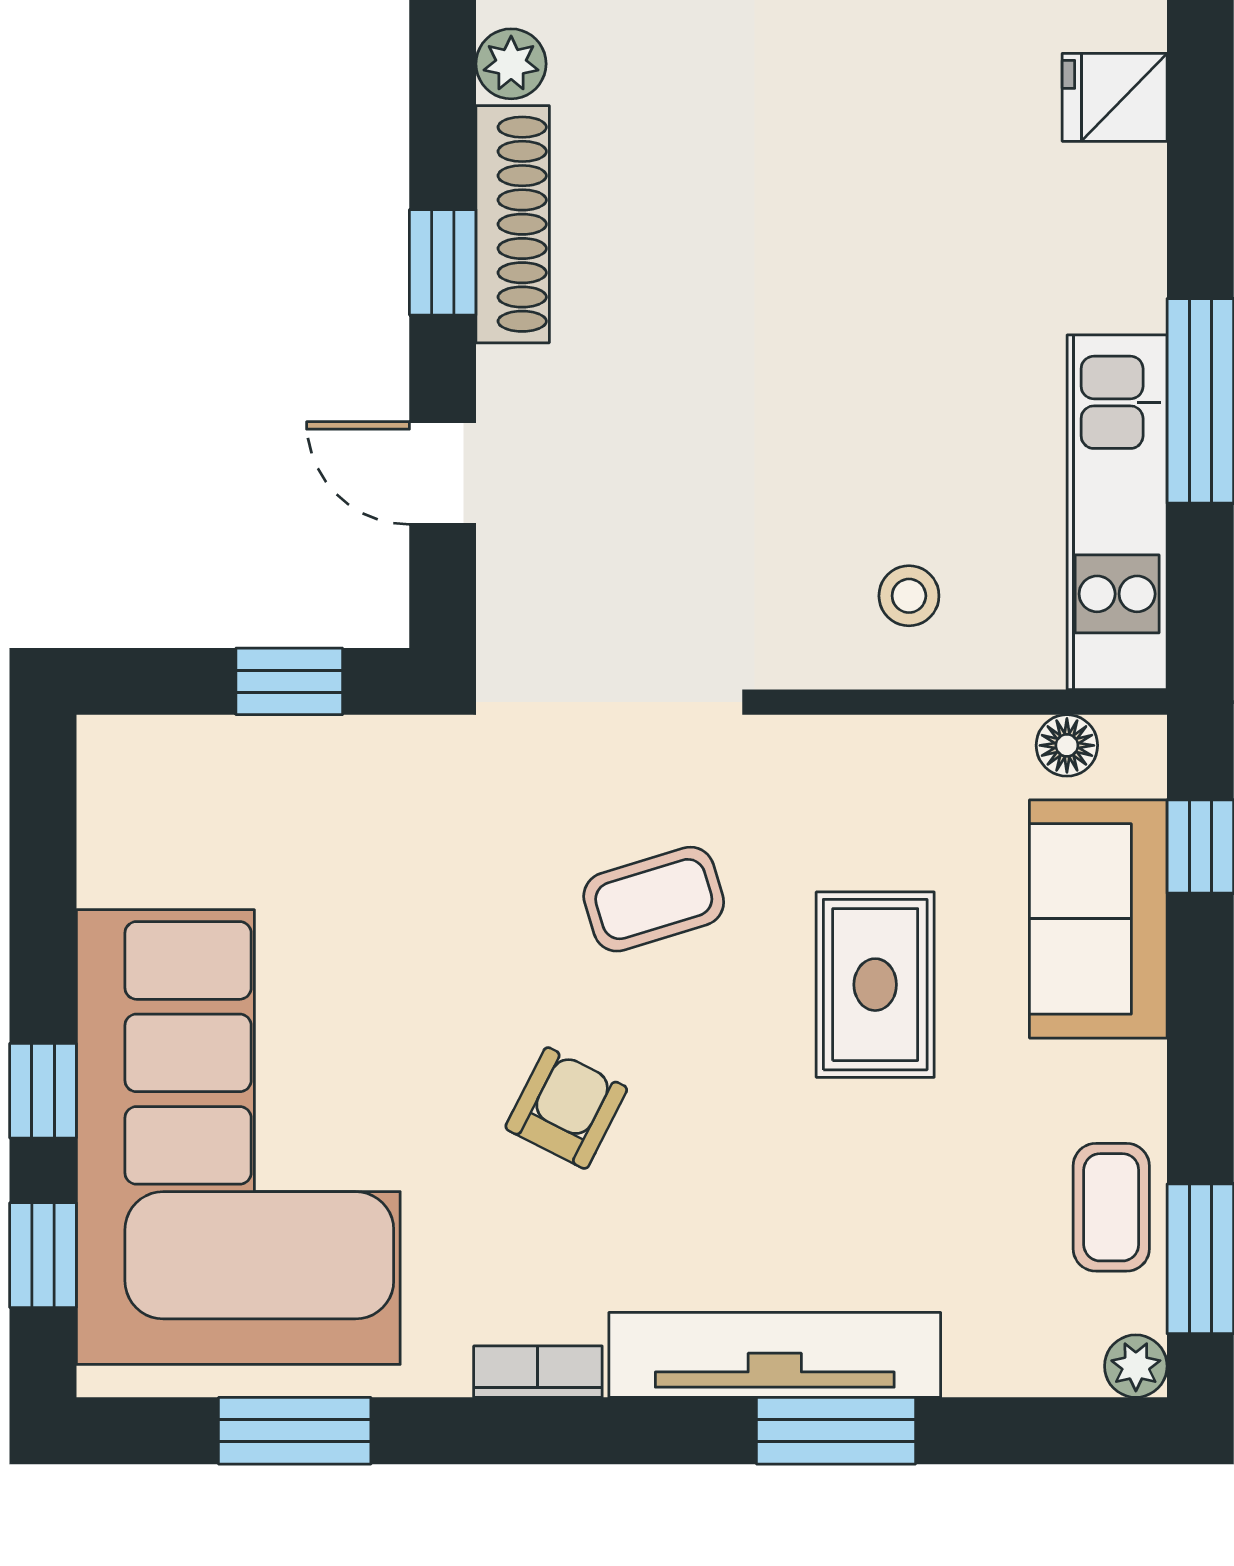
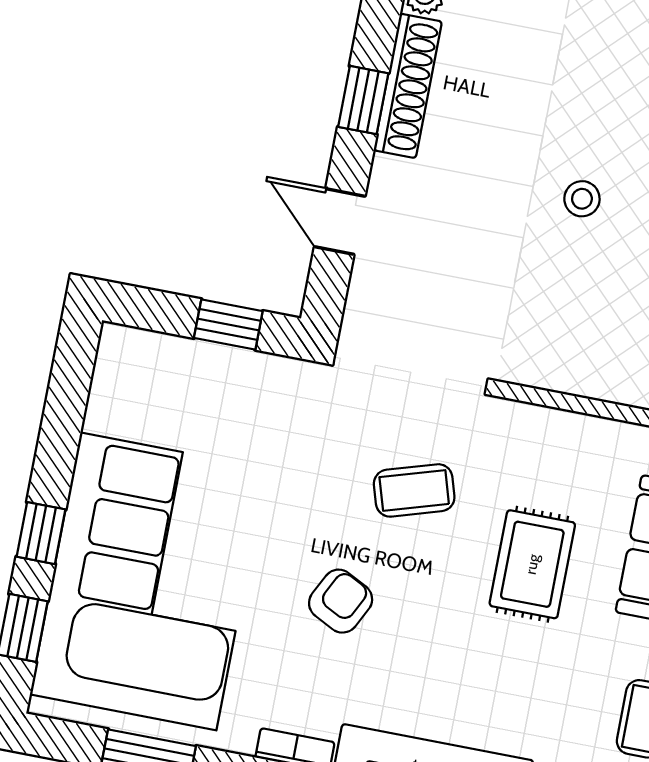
stool: (909, 596) -> (582, 199), moved

